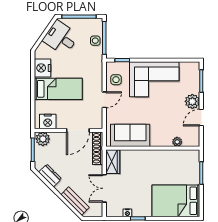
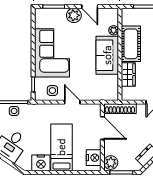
sofa: (130, 135) -> (107, 55), moved
cot: (163, 159) -> (131, 44), added
wardrobe: (113, 162) -> (128, 74), moved, turned 90

